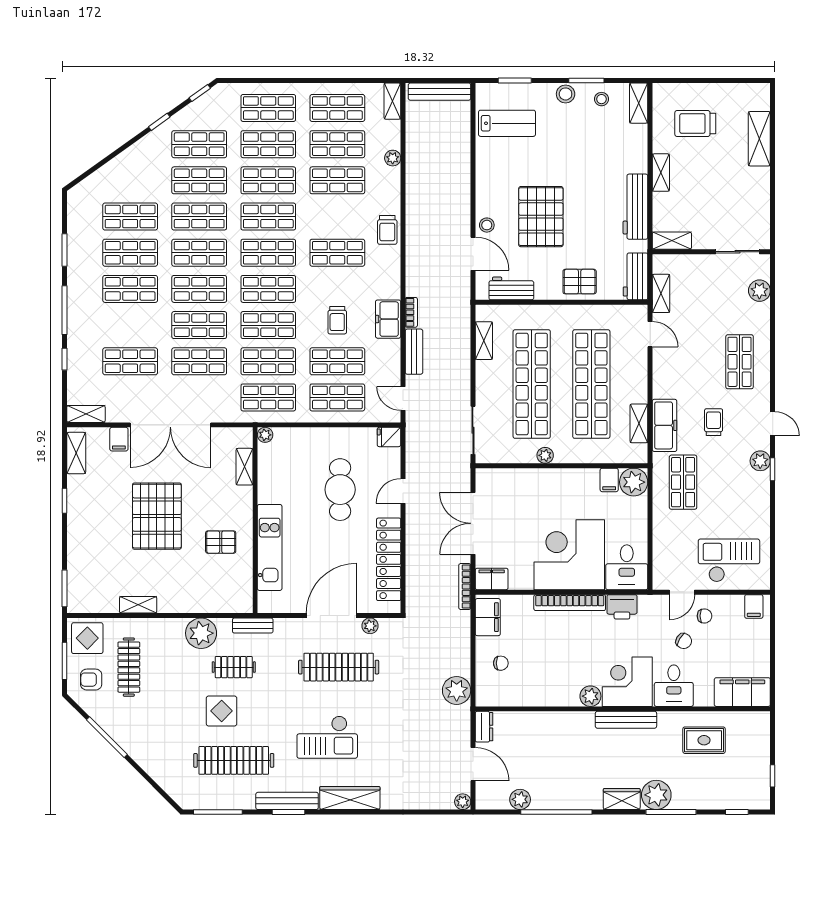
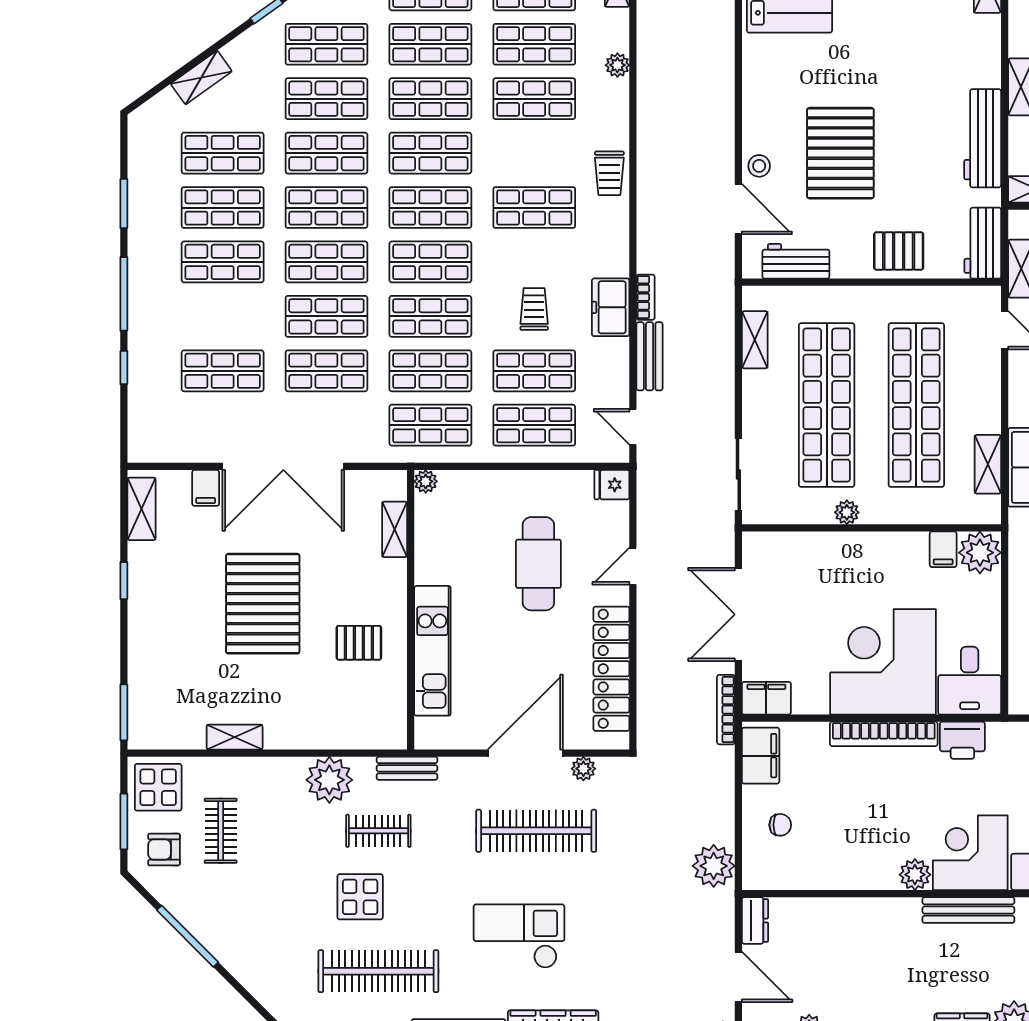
trolley: (337, 320) -> (534, 309), turned 180
shelving: (86, 414) -> (201, 78), moved, turned -36
clothes rail: (129, 667) -> (221, 831), width x0.73
checkout: (327, 737) -> (519, 936), turned 180

